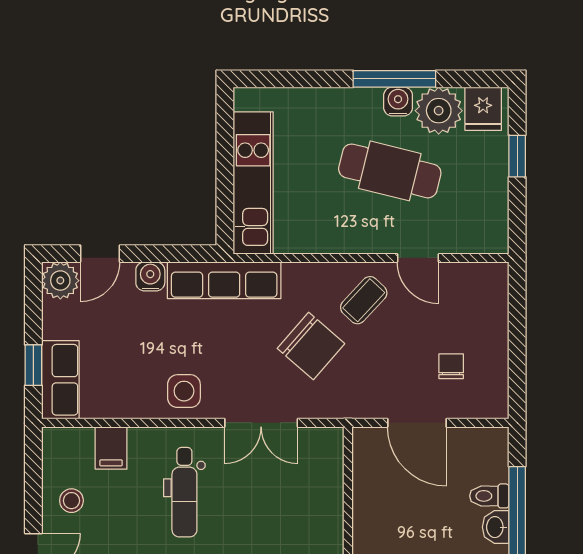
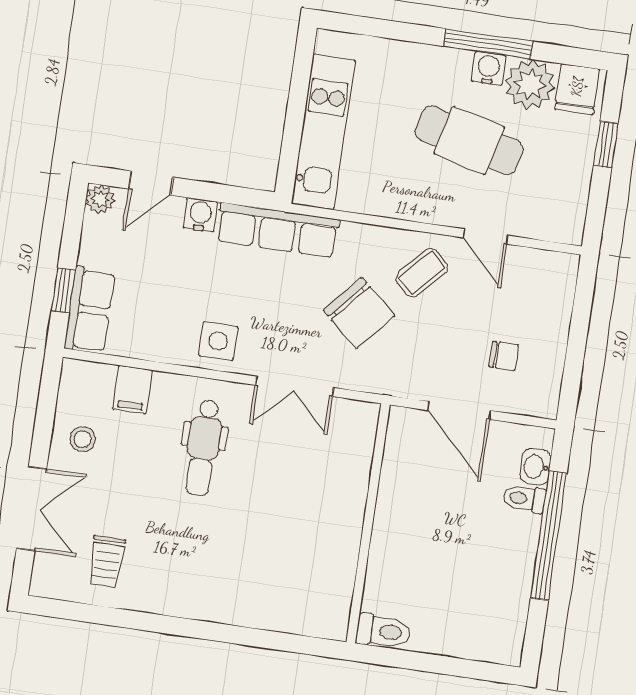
plant: (60, 281) -> (100, 199), width x0.73, depth x0.73
chair: (451, 366) -> (504, 356), turned 90
washbasin: (496, 527) -> (536, 467), moved

